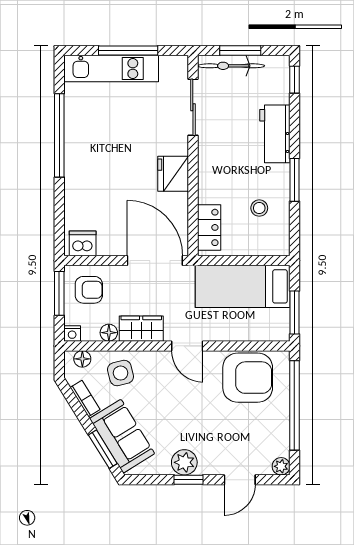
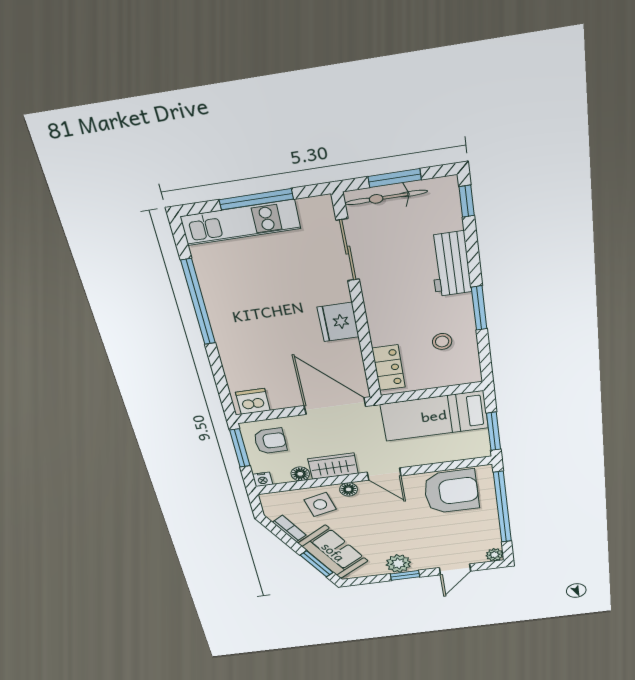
floor lamp: (82, 359) -> (349, 489), moved

